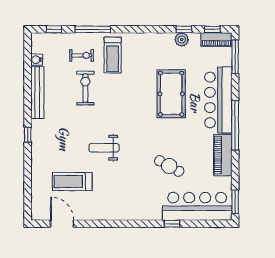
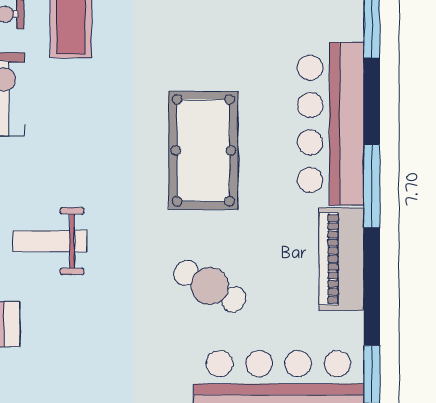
pool table: (171, 94) -> (203, 150), moved
window: (235, 125) -> (372, 186), width x0.68

